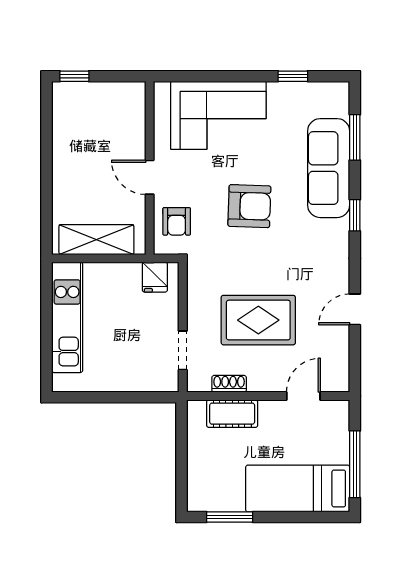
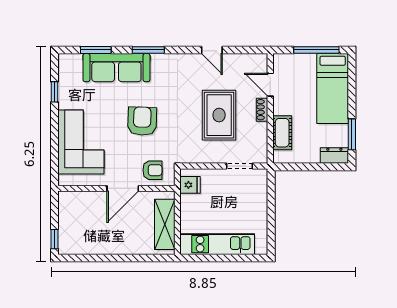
door: (150, 177) -> (123, 188), width x1.38
window: (355, 215) -> (148, 50), width x1.50
shoe rack: (229, 384) -> (262, 110), moved
dresser: (198, 491) -> (334, 156), added

